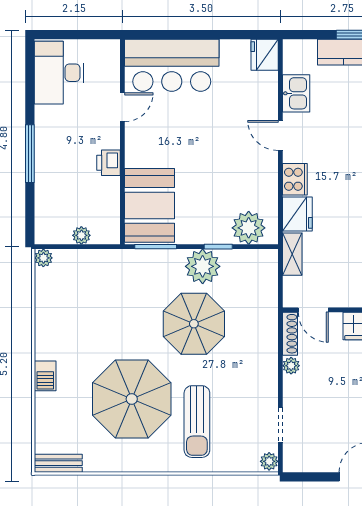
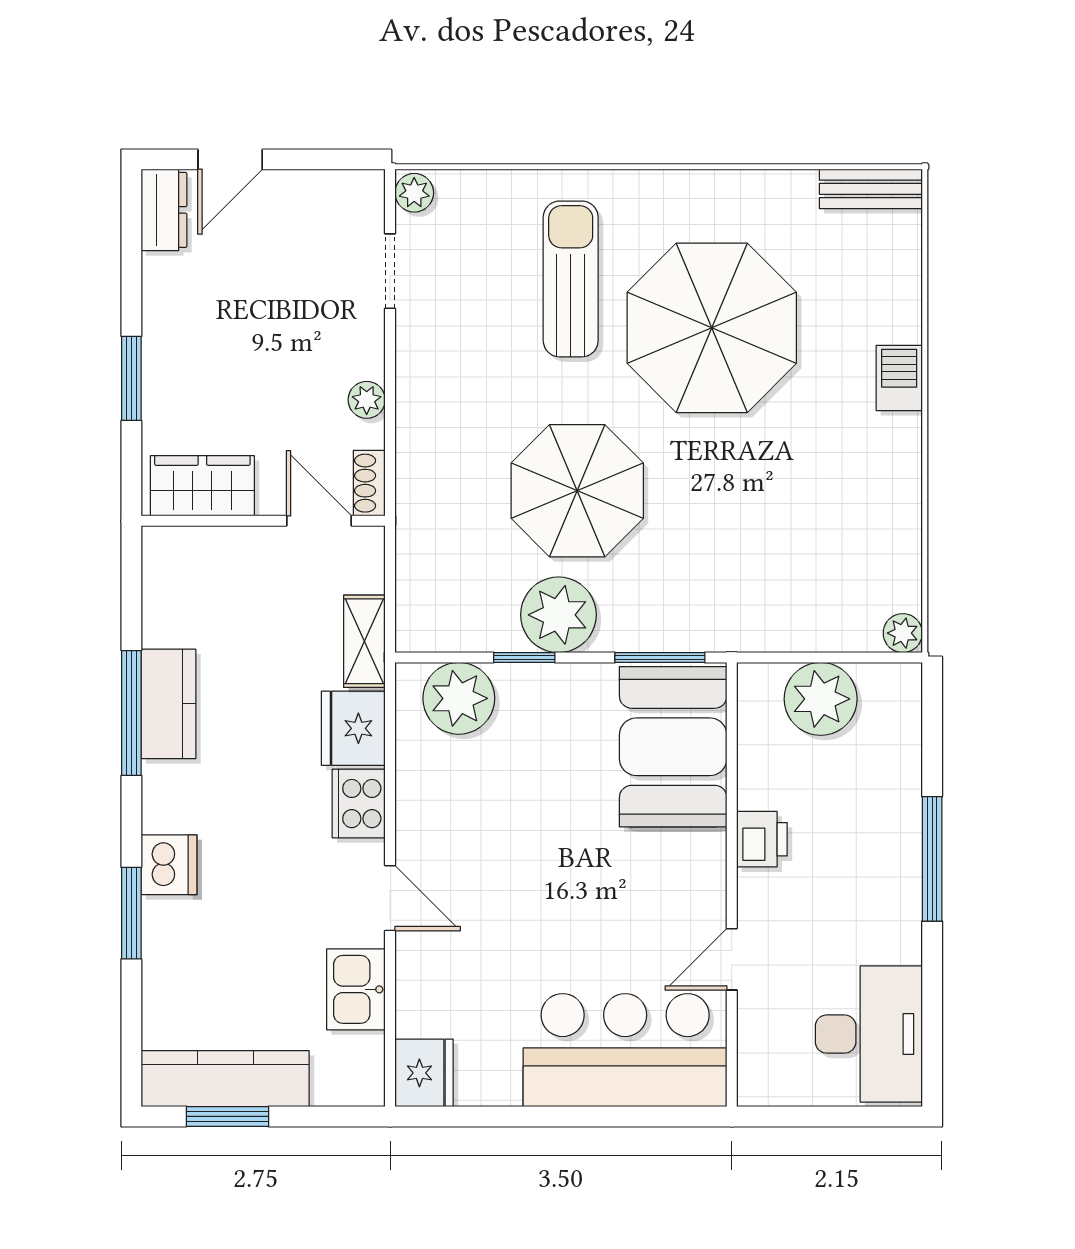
plant: (81, 235) -> (821, 699), width x1.87, depth x1.87
shoe rack: (290, 334) -> (369, 483), width x0.70

